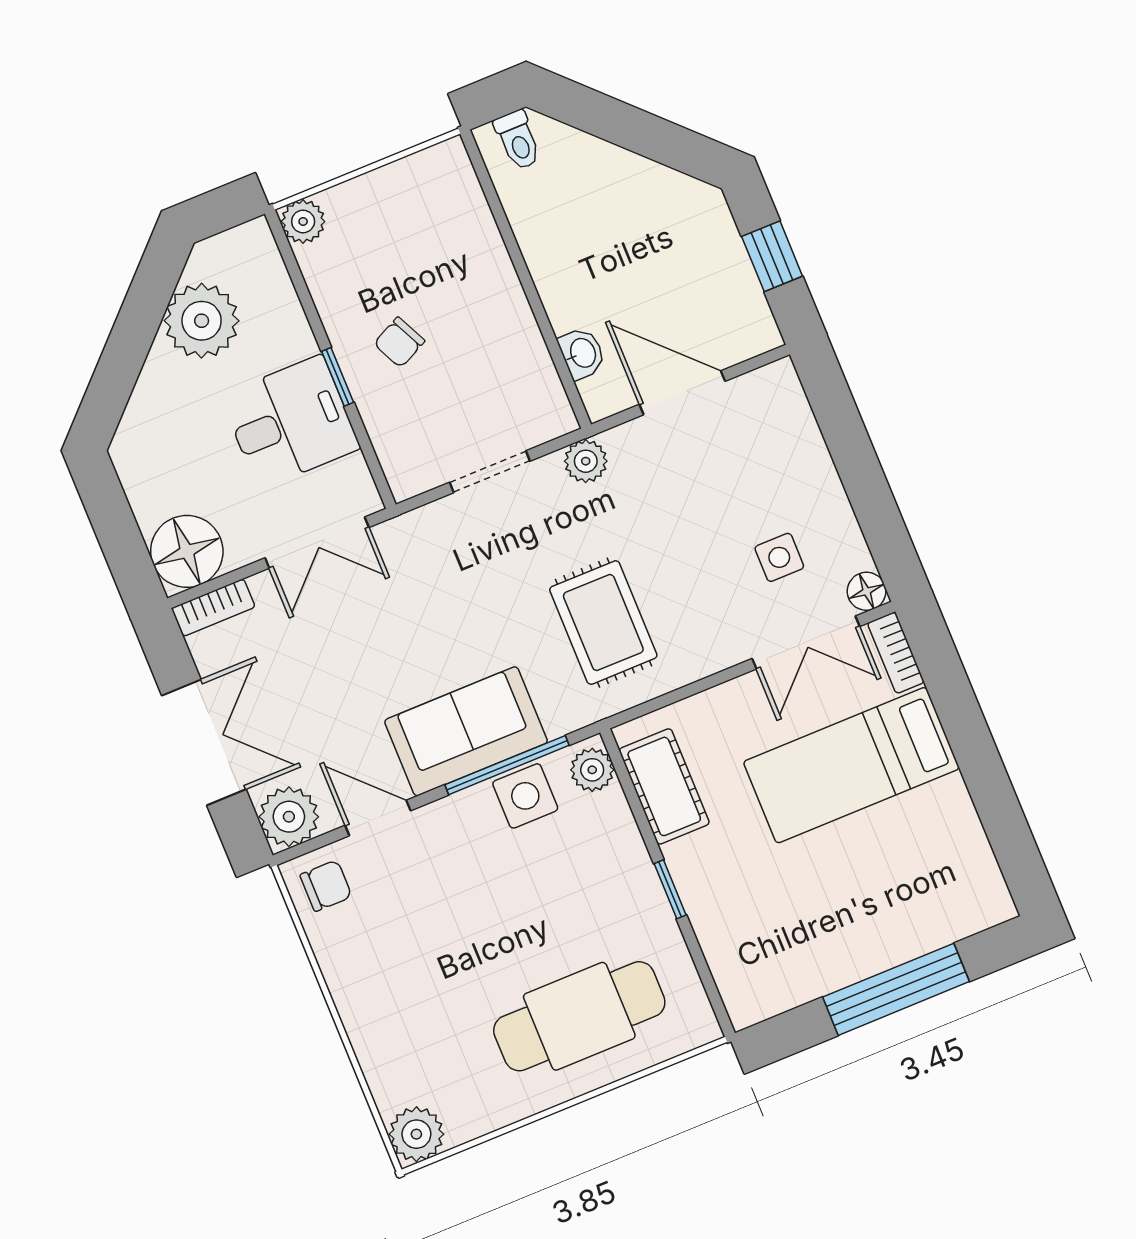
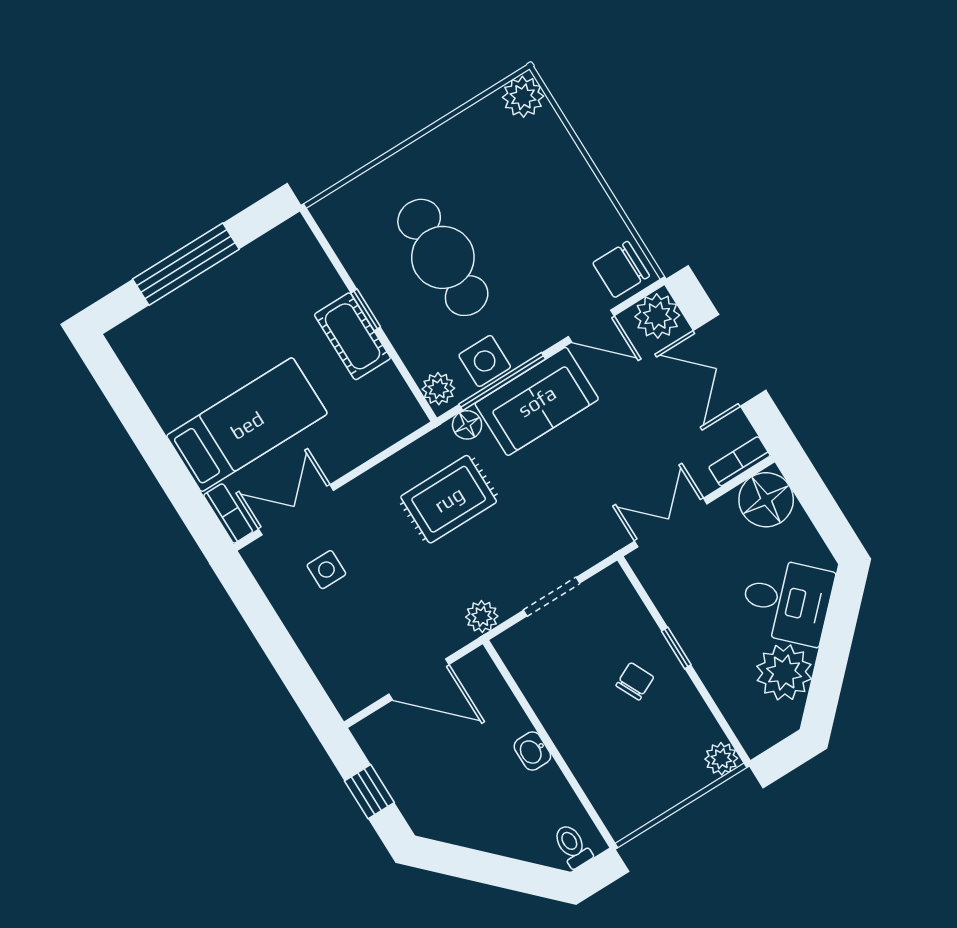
washbasin: (582, 353) -> (532, 751), moved
desk: (290, 422) -> (787, 601), moved, turned -135
floor lamp: (867, 591) -> (467, 425), moved
rug: (603, 623) -> (449, 499), turned 90
cot: (664, 786) -> (352, 336), moved
chair: (326, 886) -> (621, 269), width x1.37, depth x1.37
cafe table: (579, 1016) -> (443, 257), moved, turned 90

